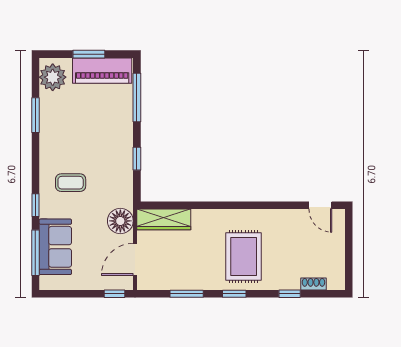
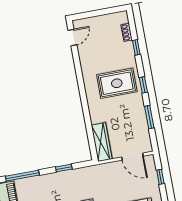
floor lamp: (120, 221) -> (108, 171), removed
window: (115, 294) -> (160, 177), moved

